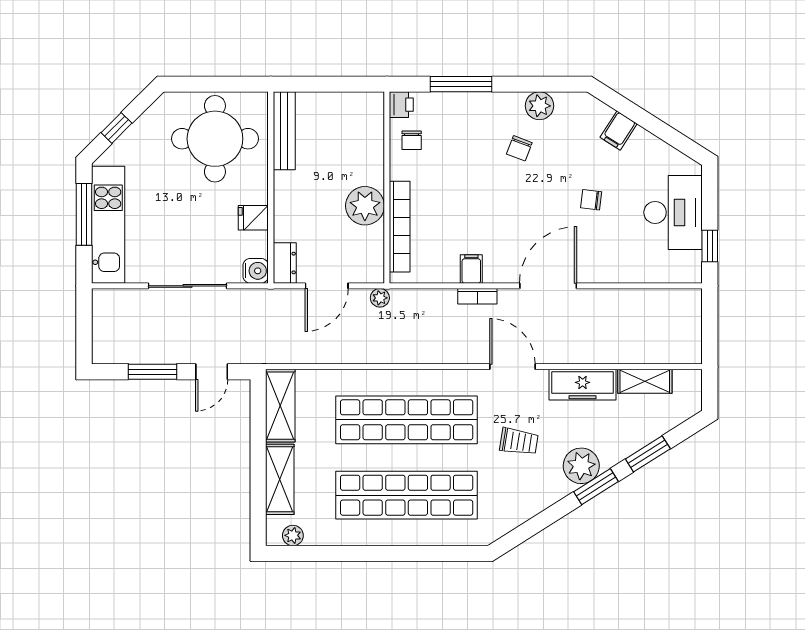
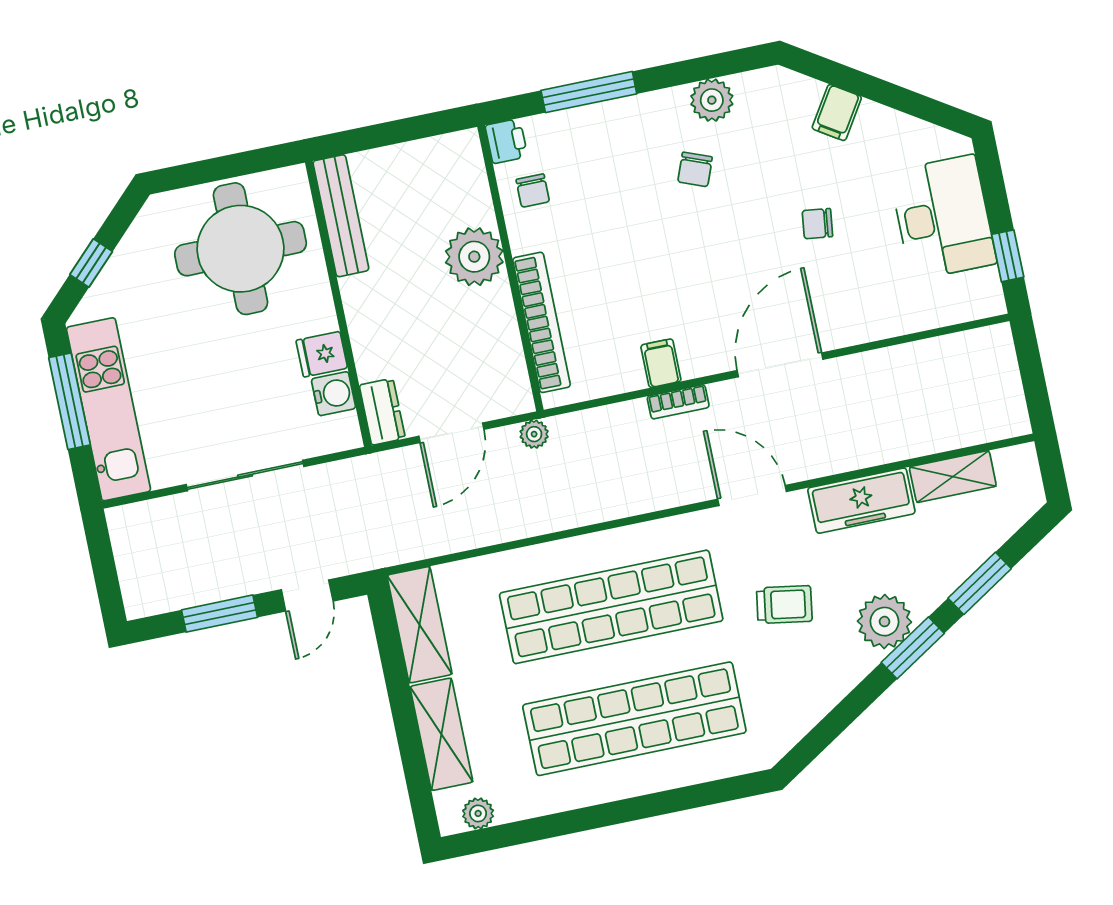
plant: (365, 206) -> (474, 257), moved
water cooler: (256, 271) -> (334, 394), moved

